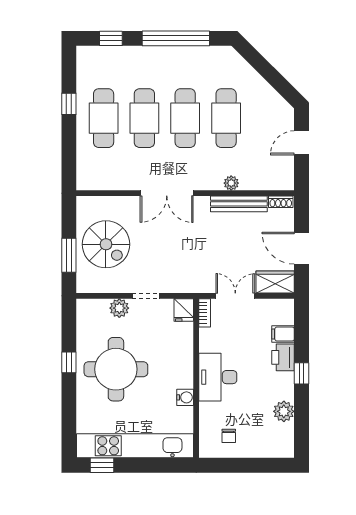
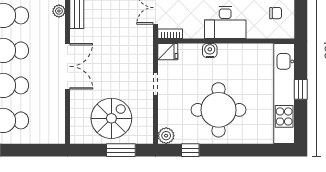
plant: (119, 308) -> (166, 136), moved
window: (69, 362) -> (190, 150), moved
water cooler: (185, 397) -> (210, 51), moved
window: (102, 465) -> (301, 89), moved

